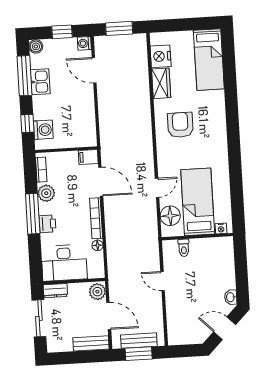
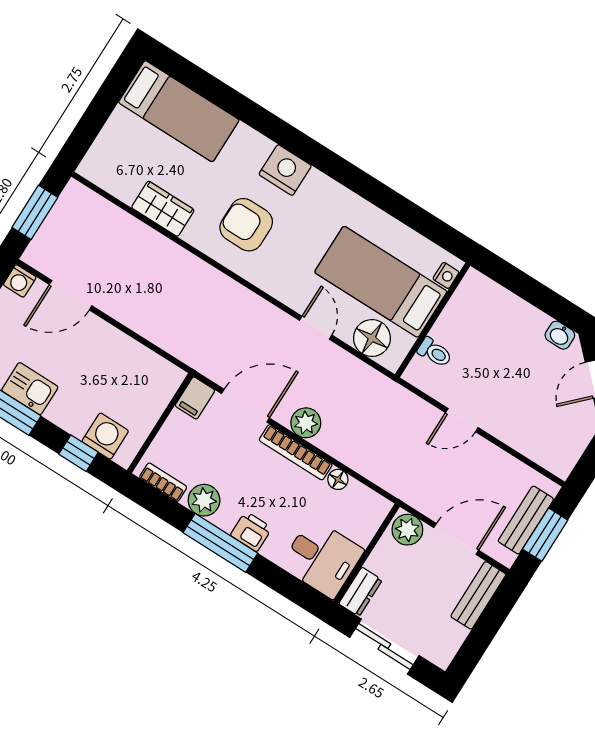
nightstand: (161, 56) -> (285, 170), moved, turned 180
plant: (112, 213) -> (306, 423), added
desk: (64, 263) -> (322, 558), width x0.73

